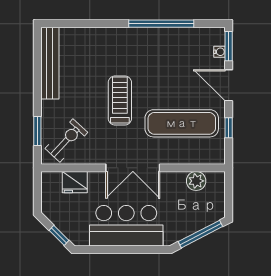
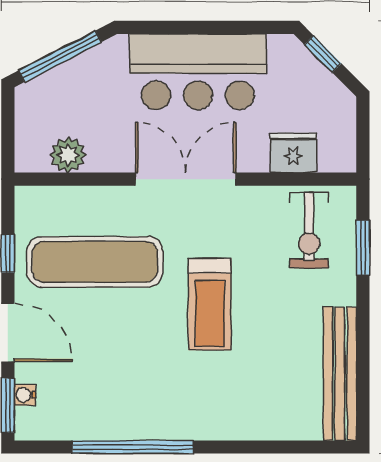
exercise bike: (66, 140) -> (309, 230), turned -43

